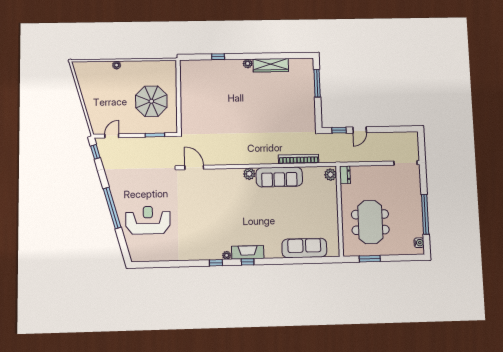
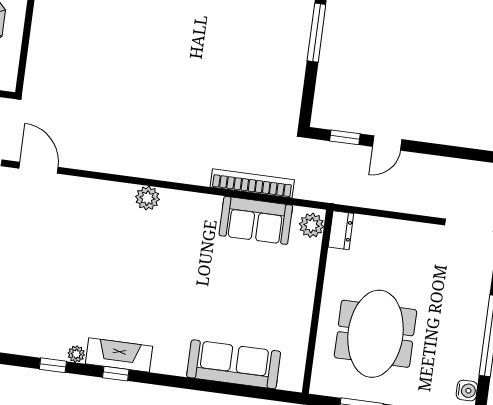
sofa: (279, 177) -> (256, 220), moved, width x0.73

